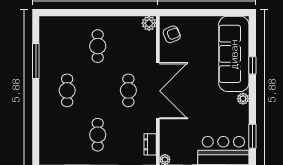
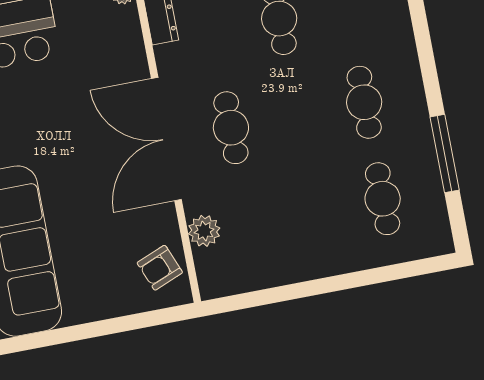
plant: (149, 23) -> (204, 231), moved
cafe table: (98, 46) -> (383, 199), moved

